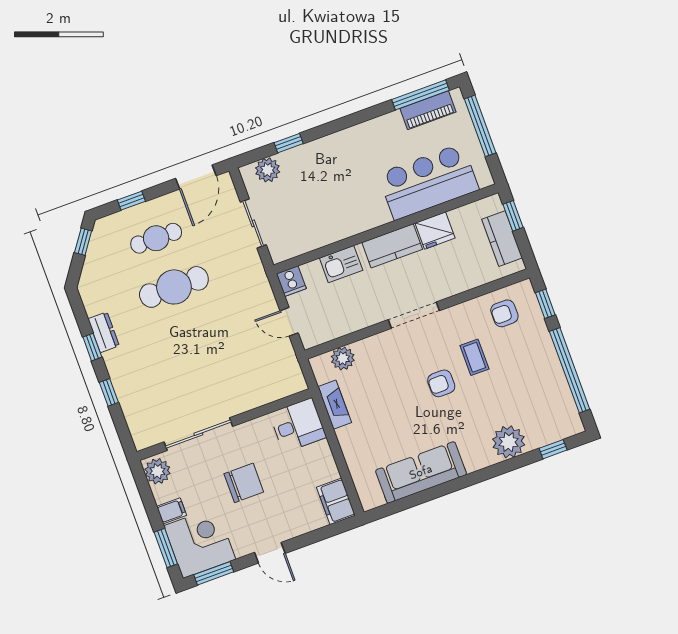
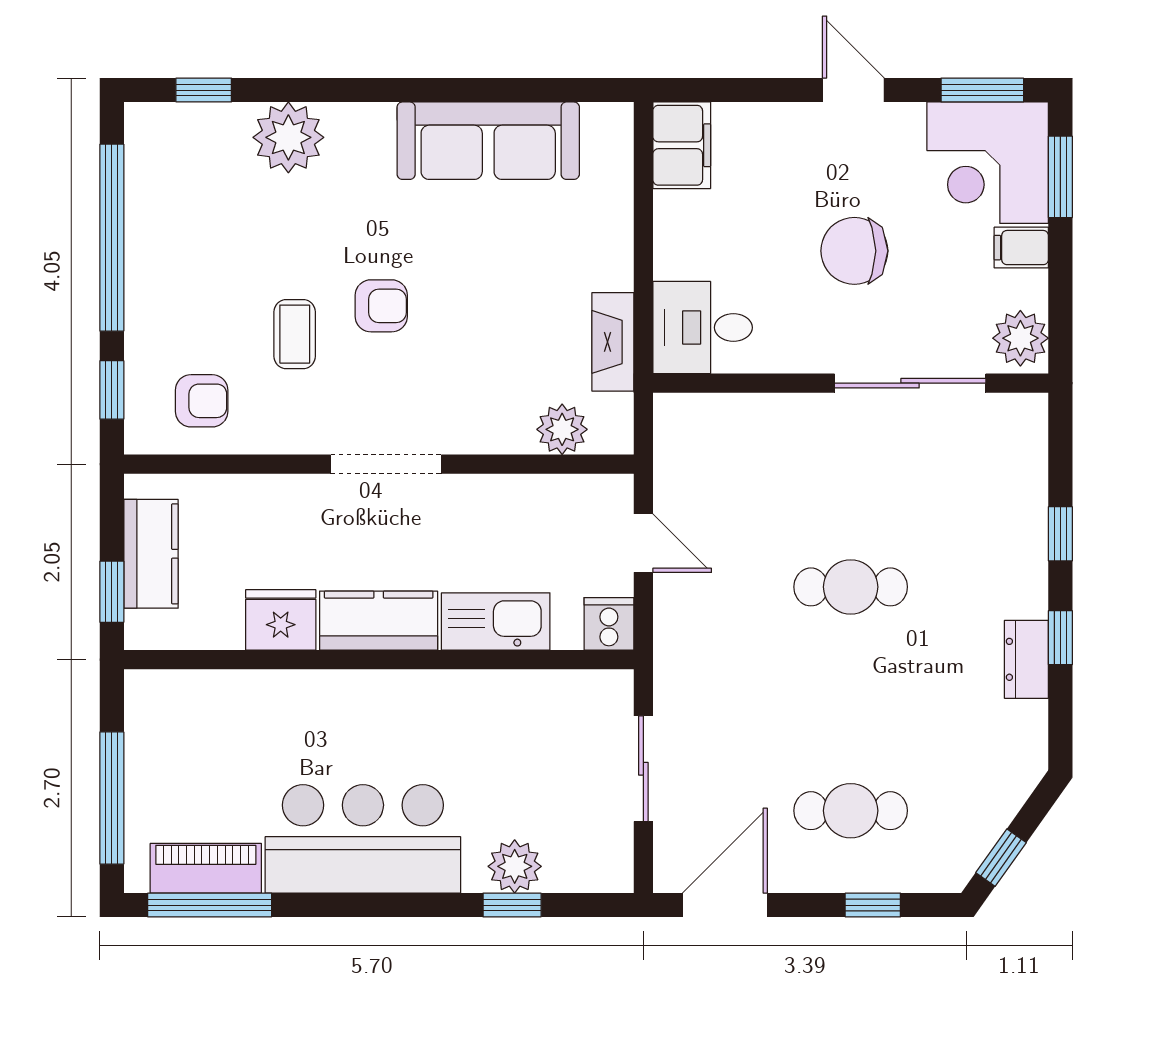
plant: (268, 170) -> (515, 866), moved
bar counter: (428, 182) -> (363, 839), moved, turned 180
kitchen sink: (341, 264) -> (496, 621), width x1.38
cafe table: (174, 287) -> (851, 587), moved, width x0.73, depth x0.74

